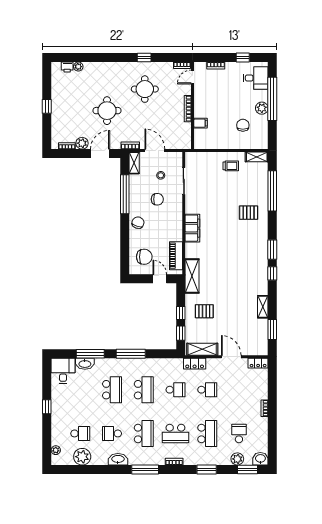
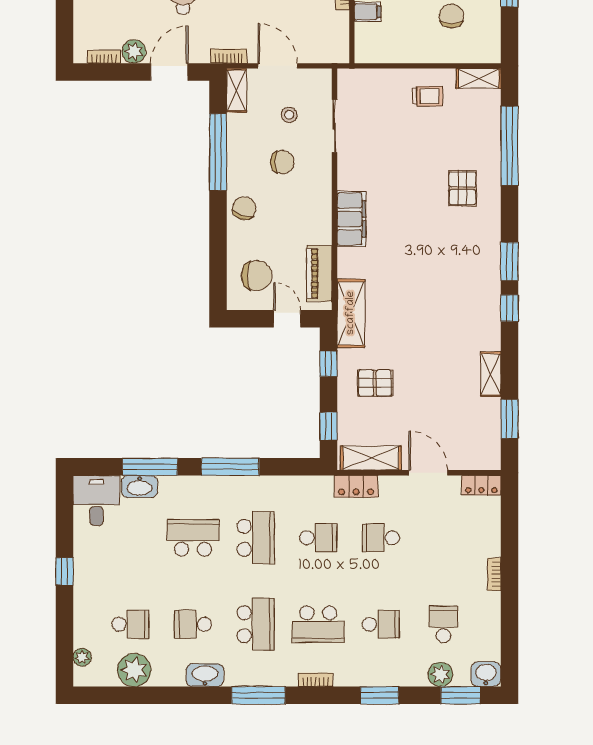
pallet: (249, 213) -> (462, 188), turned 90
window: (181, 313) -> (328, 364), moved
school desk: (112, 390) -> (193, 538), turned -90
school desk: (207, 390) -> (381, 538), turned 180
school desk: (207, 433) -> (381, 624), width x0.54

